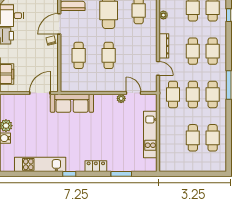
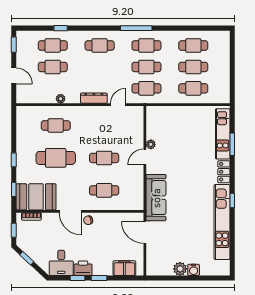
cafe table: (193, 51) -> (193, 88), moved
door: (134, 93) -> (145, 157), moved
kitchen unit: (150, 134) -> (223, 134), moved, turned 90
kitchen unit: (40, 164) -> (222, 222), width x1.36

